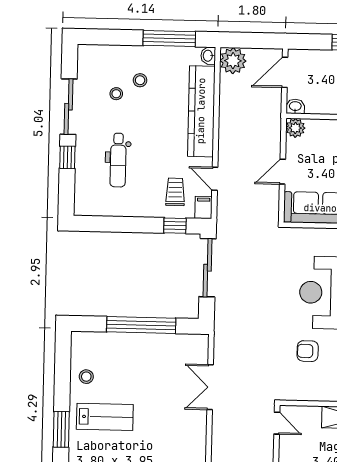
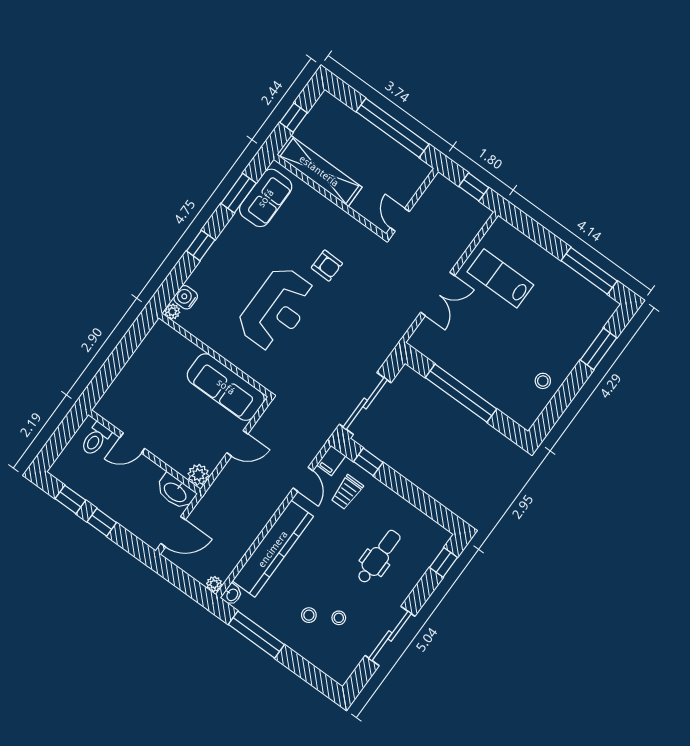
plant: (233, 61) -> (214, 584), width x0.53, depth x0.53
washbasin: (295, 106) -> (176, 492), width x1.91, depth x1.45
window: (67, 157) -> (443, 562), moved
lab bench: (105, 417) -> (500, 278), moved

